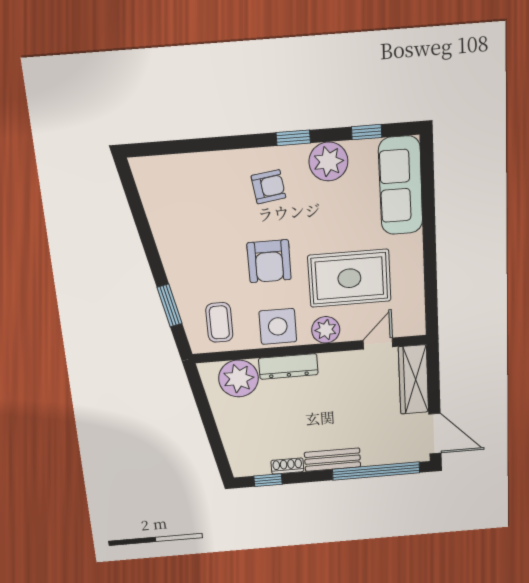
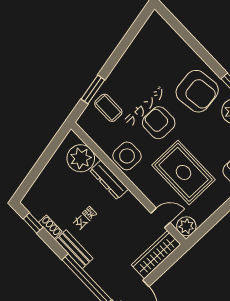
armchair: (268, 187) -> (197, 91), width x1.88, depth x1.88
armchair: (269, 261) -> (159, 123), turned 90
coffee table: (219, 322) -> (108, 108), moved, turned 90
plant: (326, 330) -> (186, 226), moved

